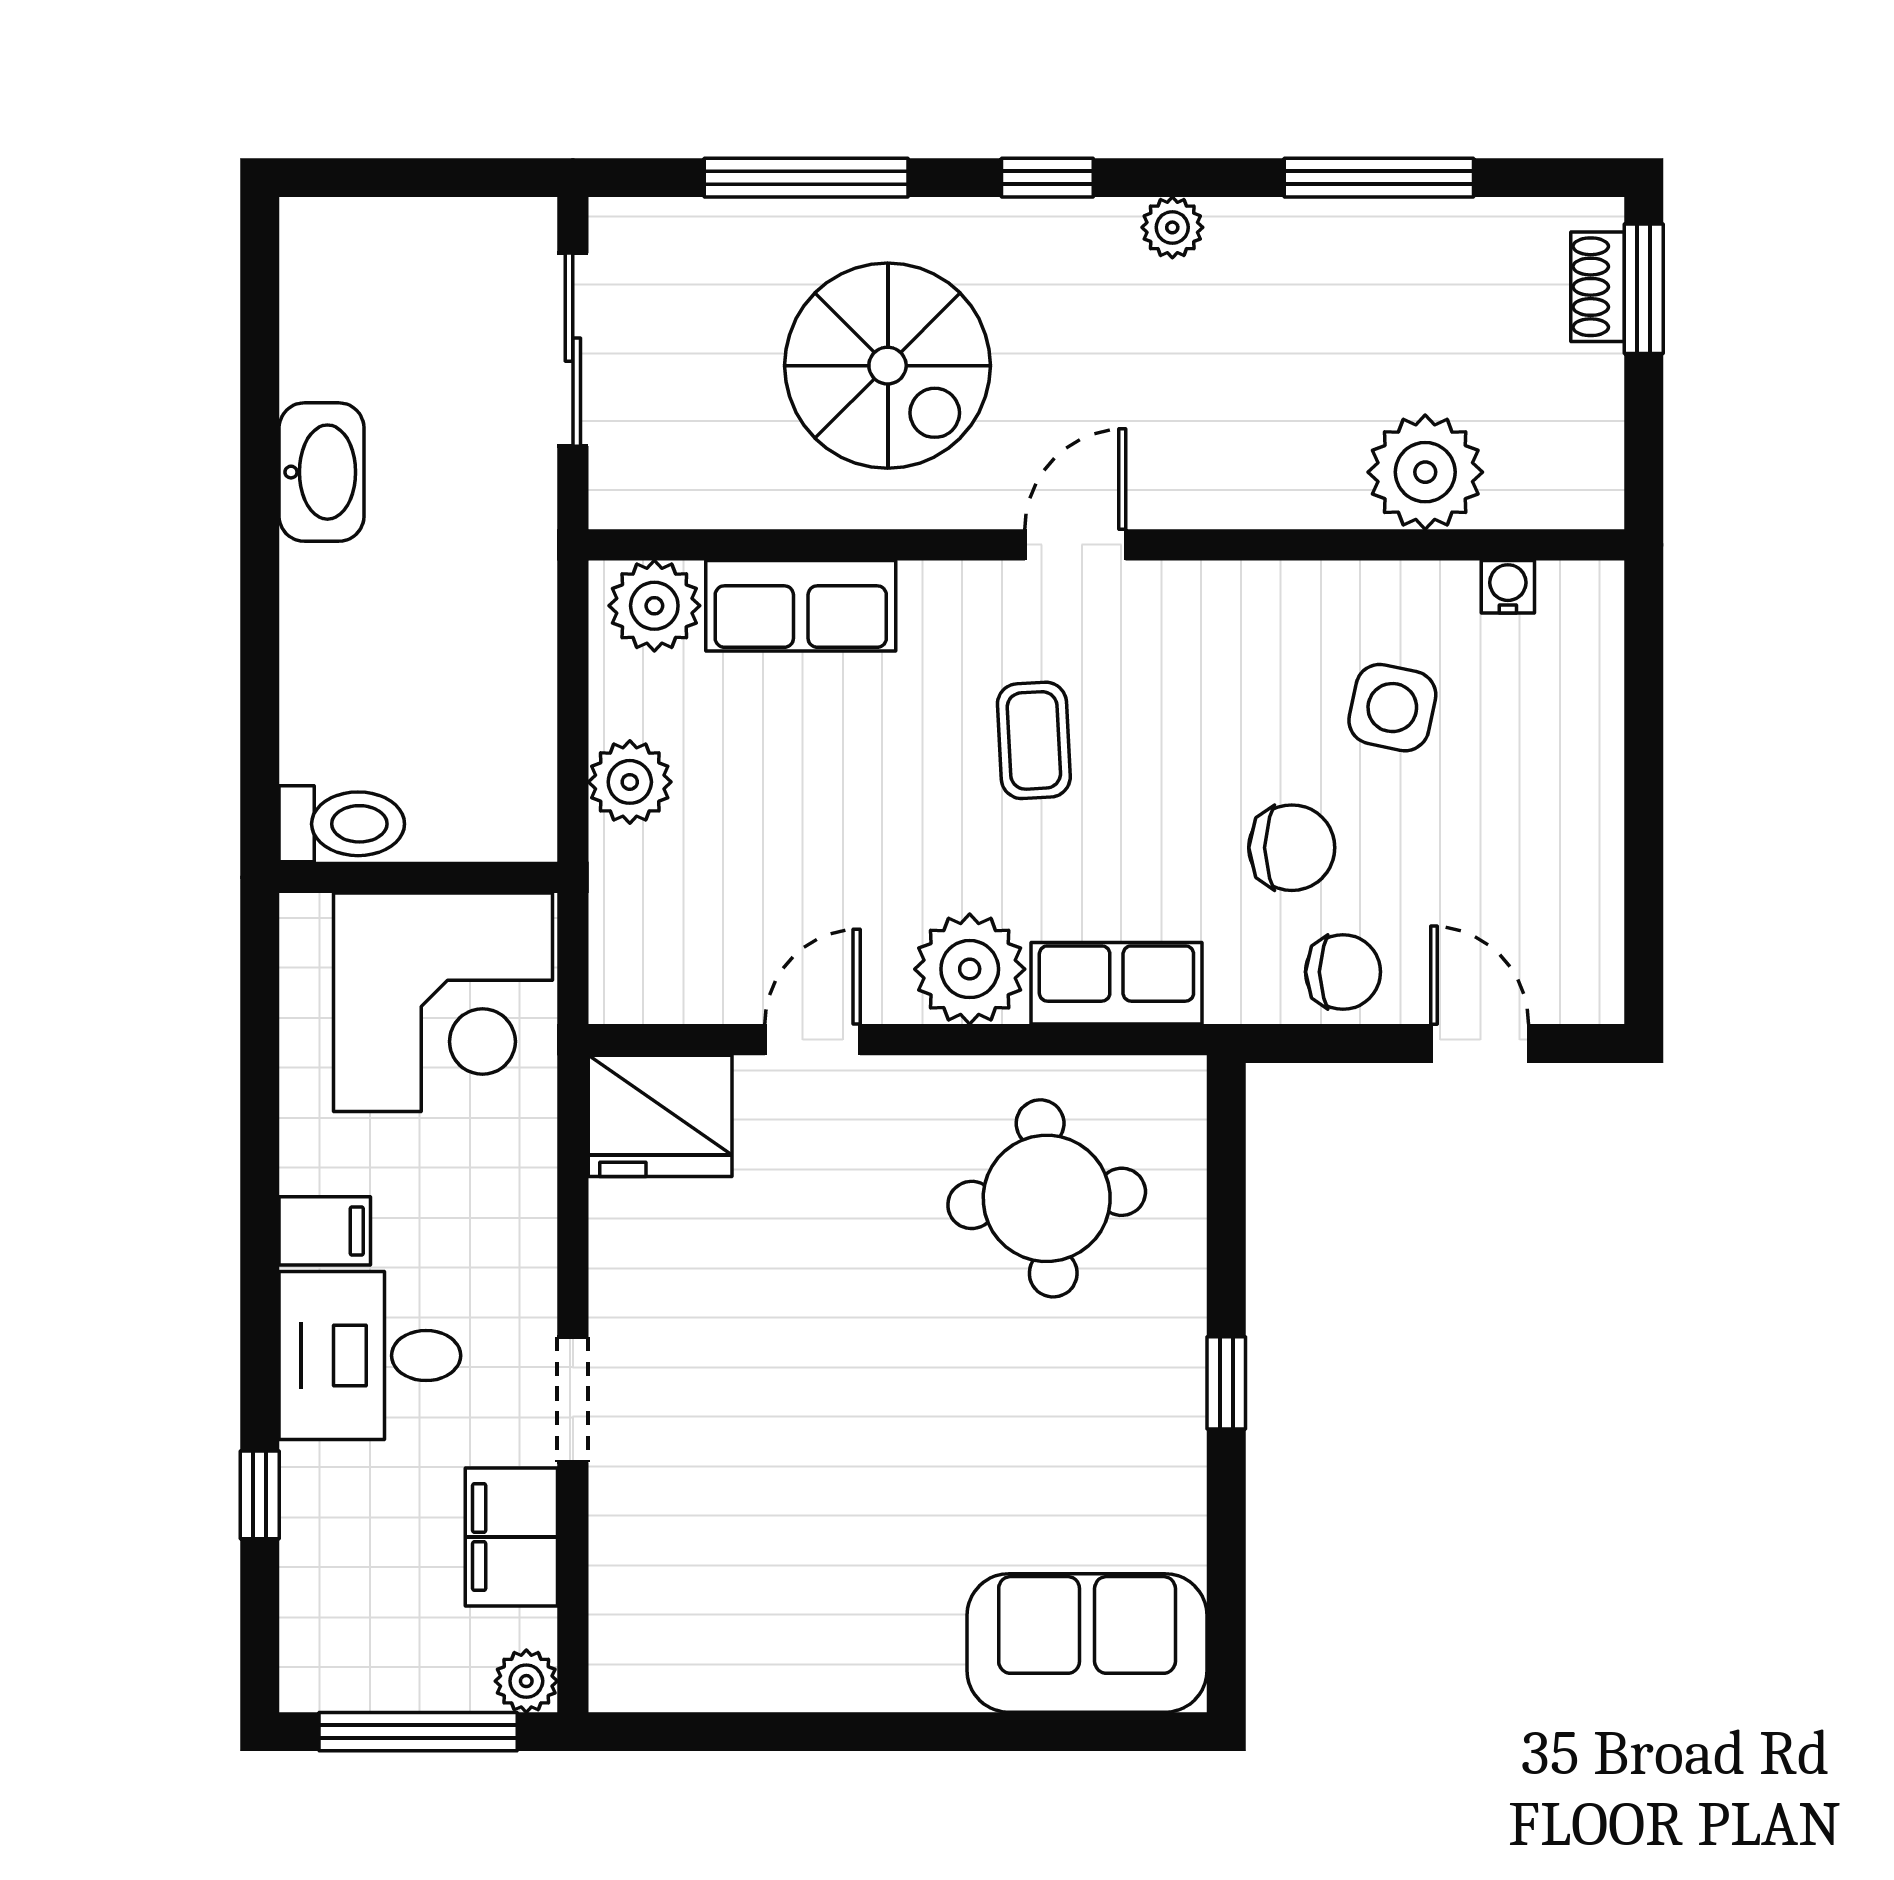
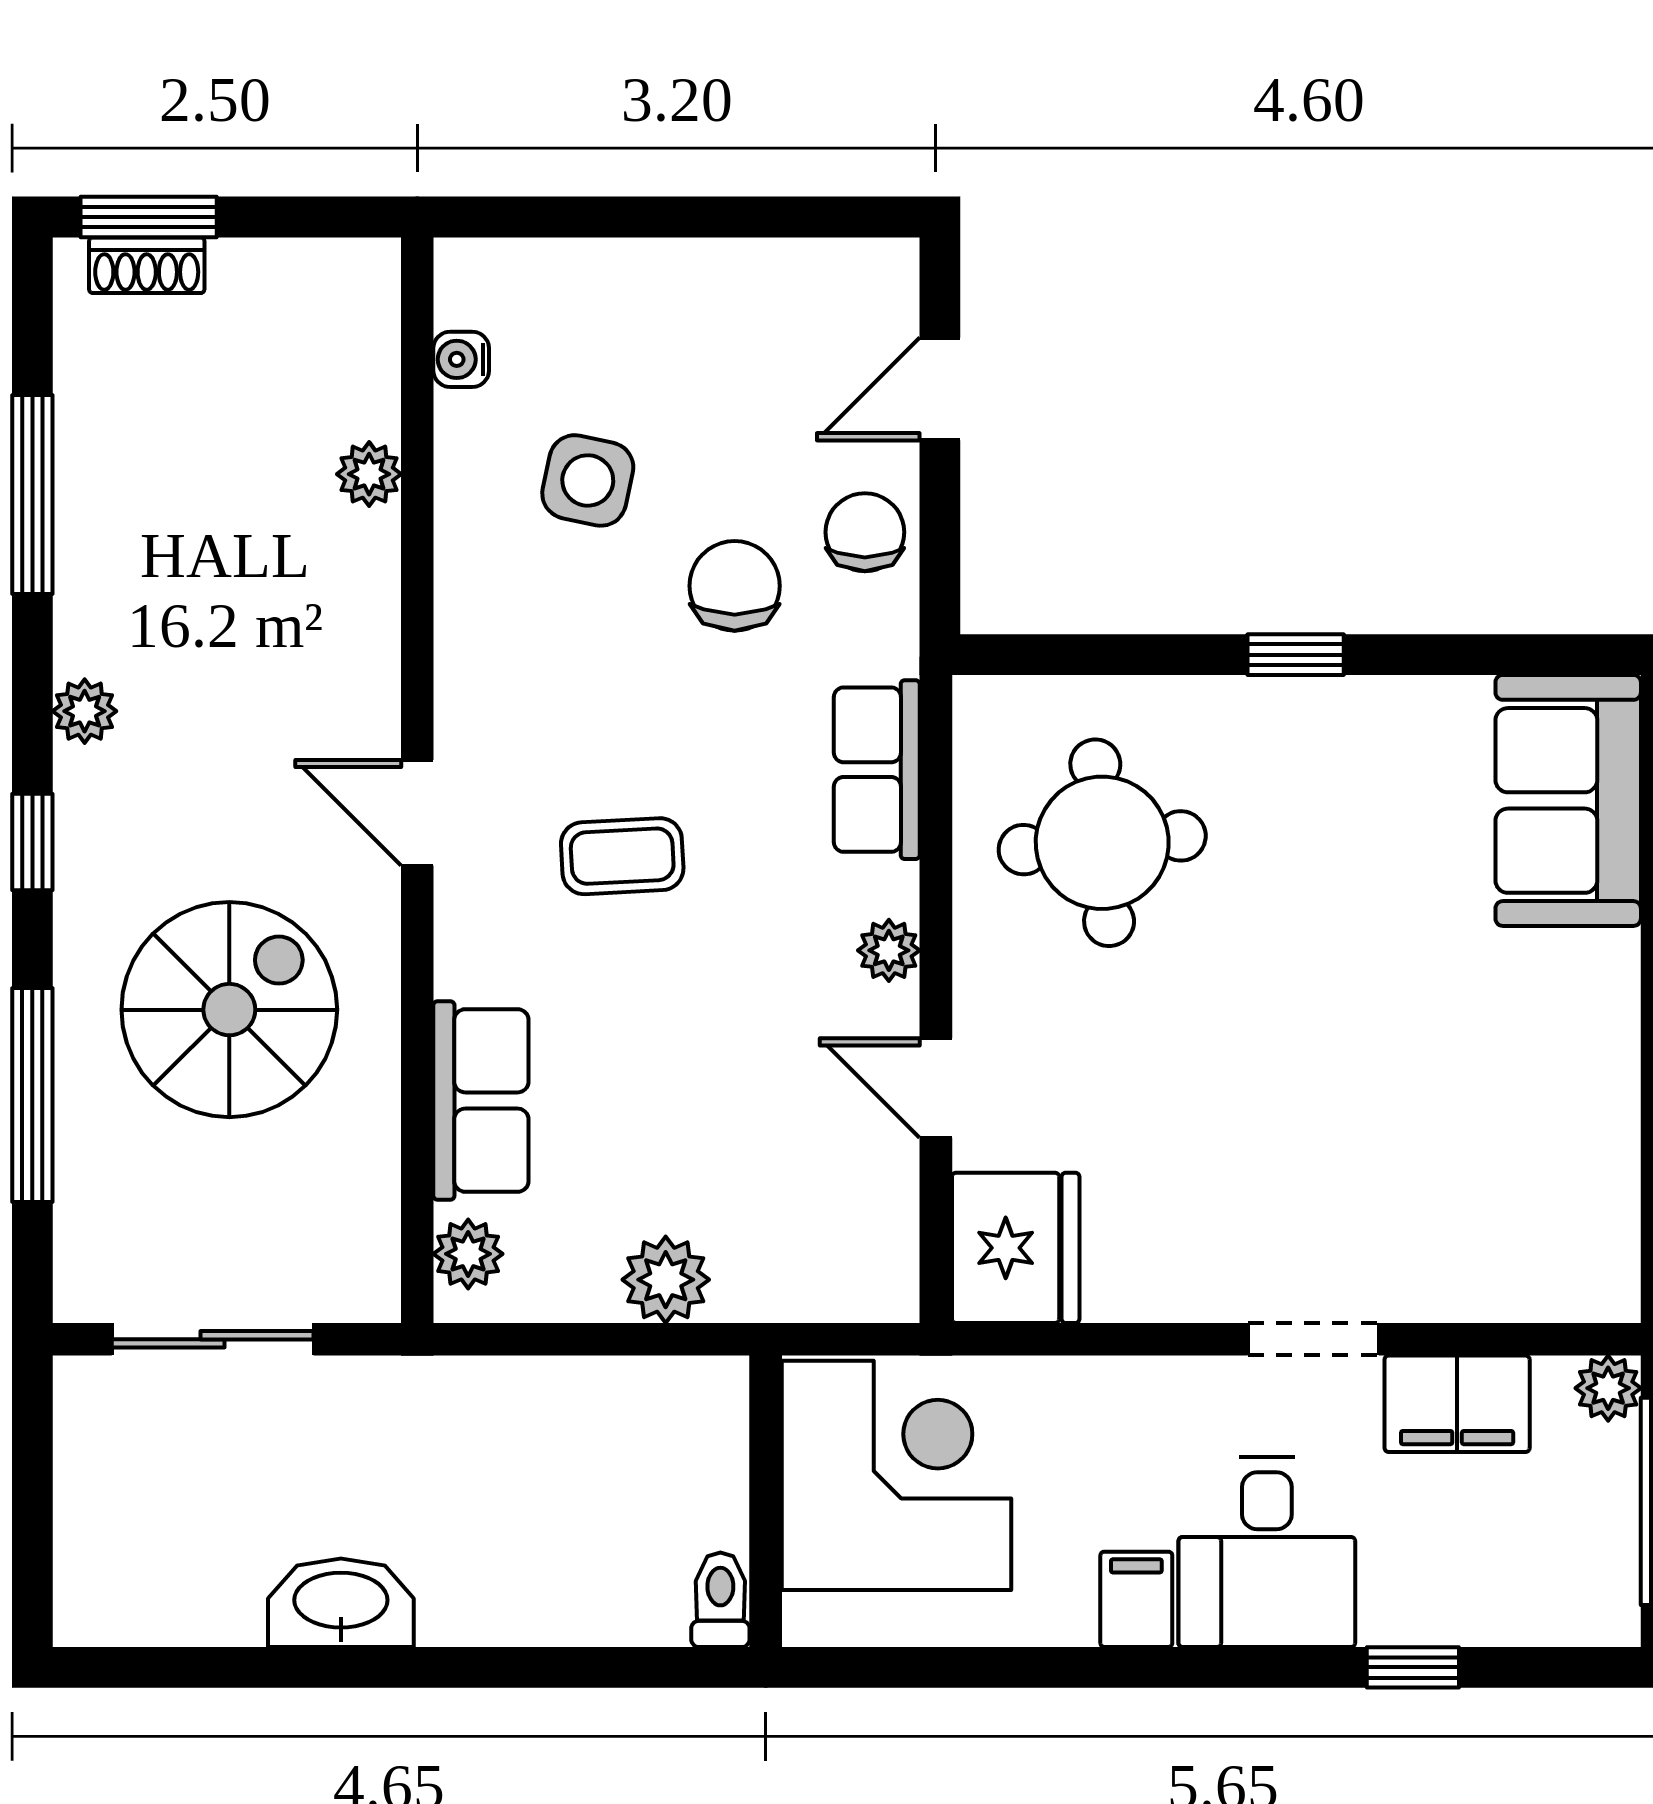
plant: (1425, 472) -> (369, 474), width x0.53, depth x0.53
plant: (654, 606) -> (468, 1254), width x0.73, depth x0.73
toilet: (342, 824) -> (720, 1600), width x0.73, depth x0.72
plant: (970, 969) -> (889, 950), width x0.53, depth x0.53

